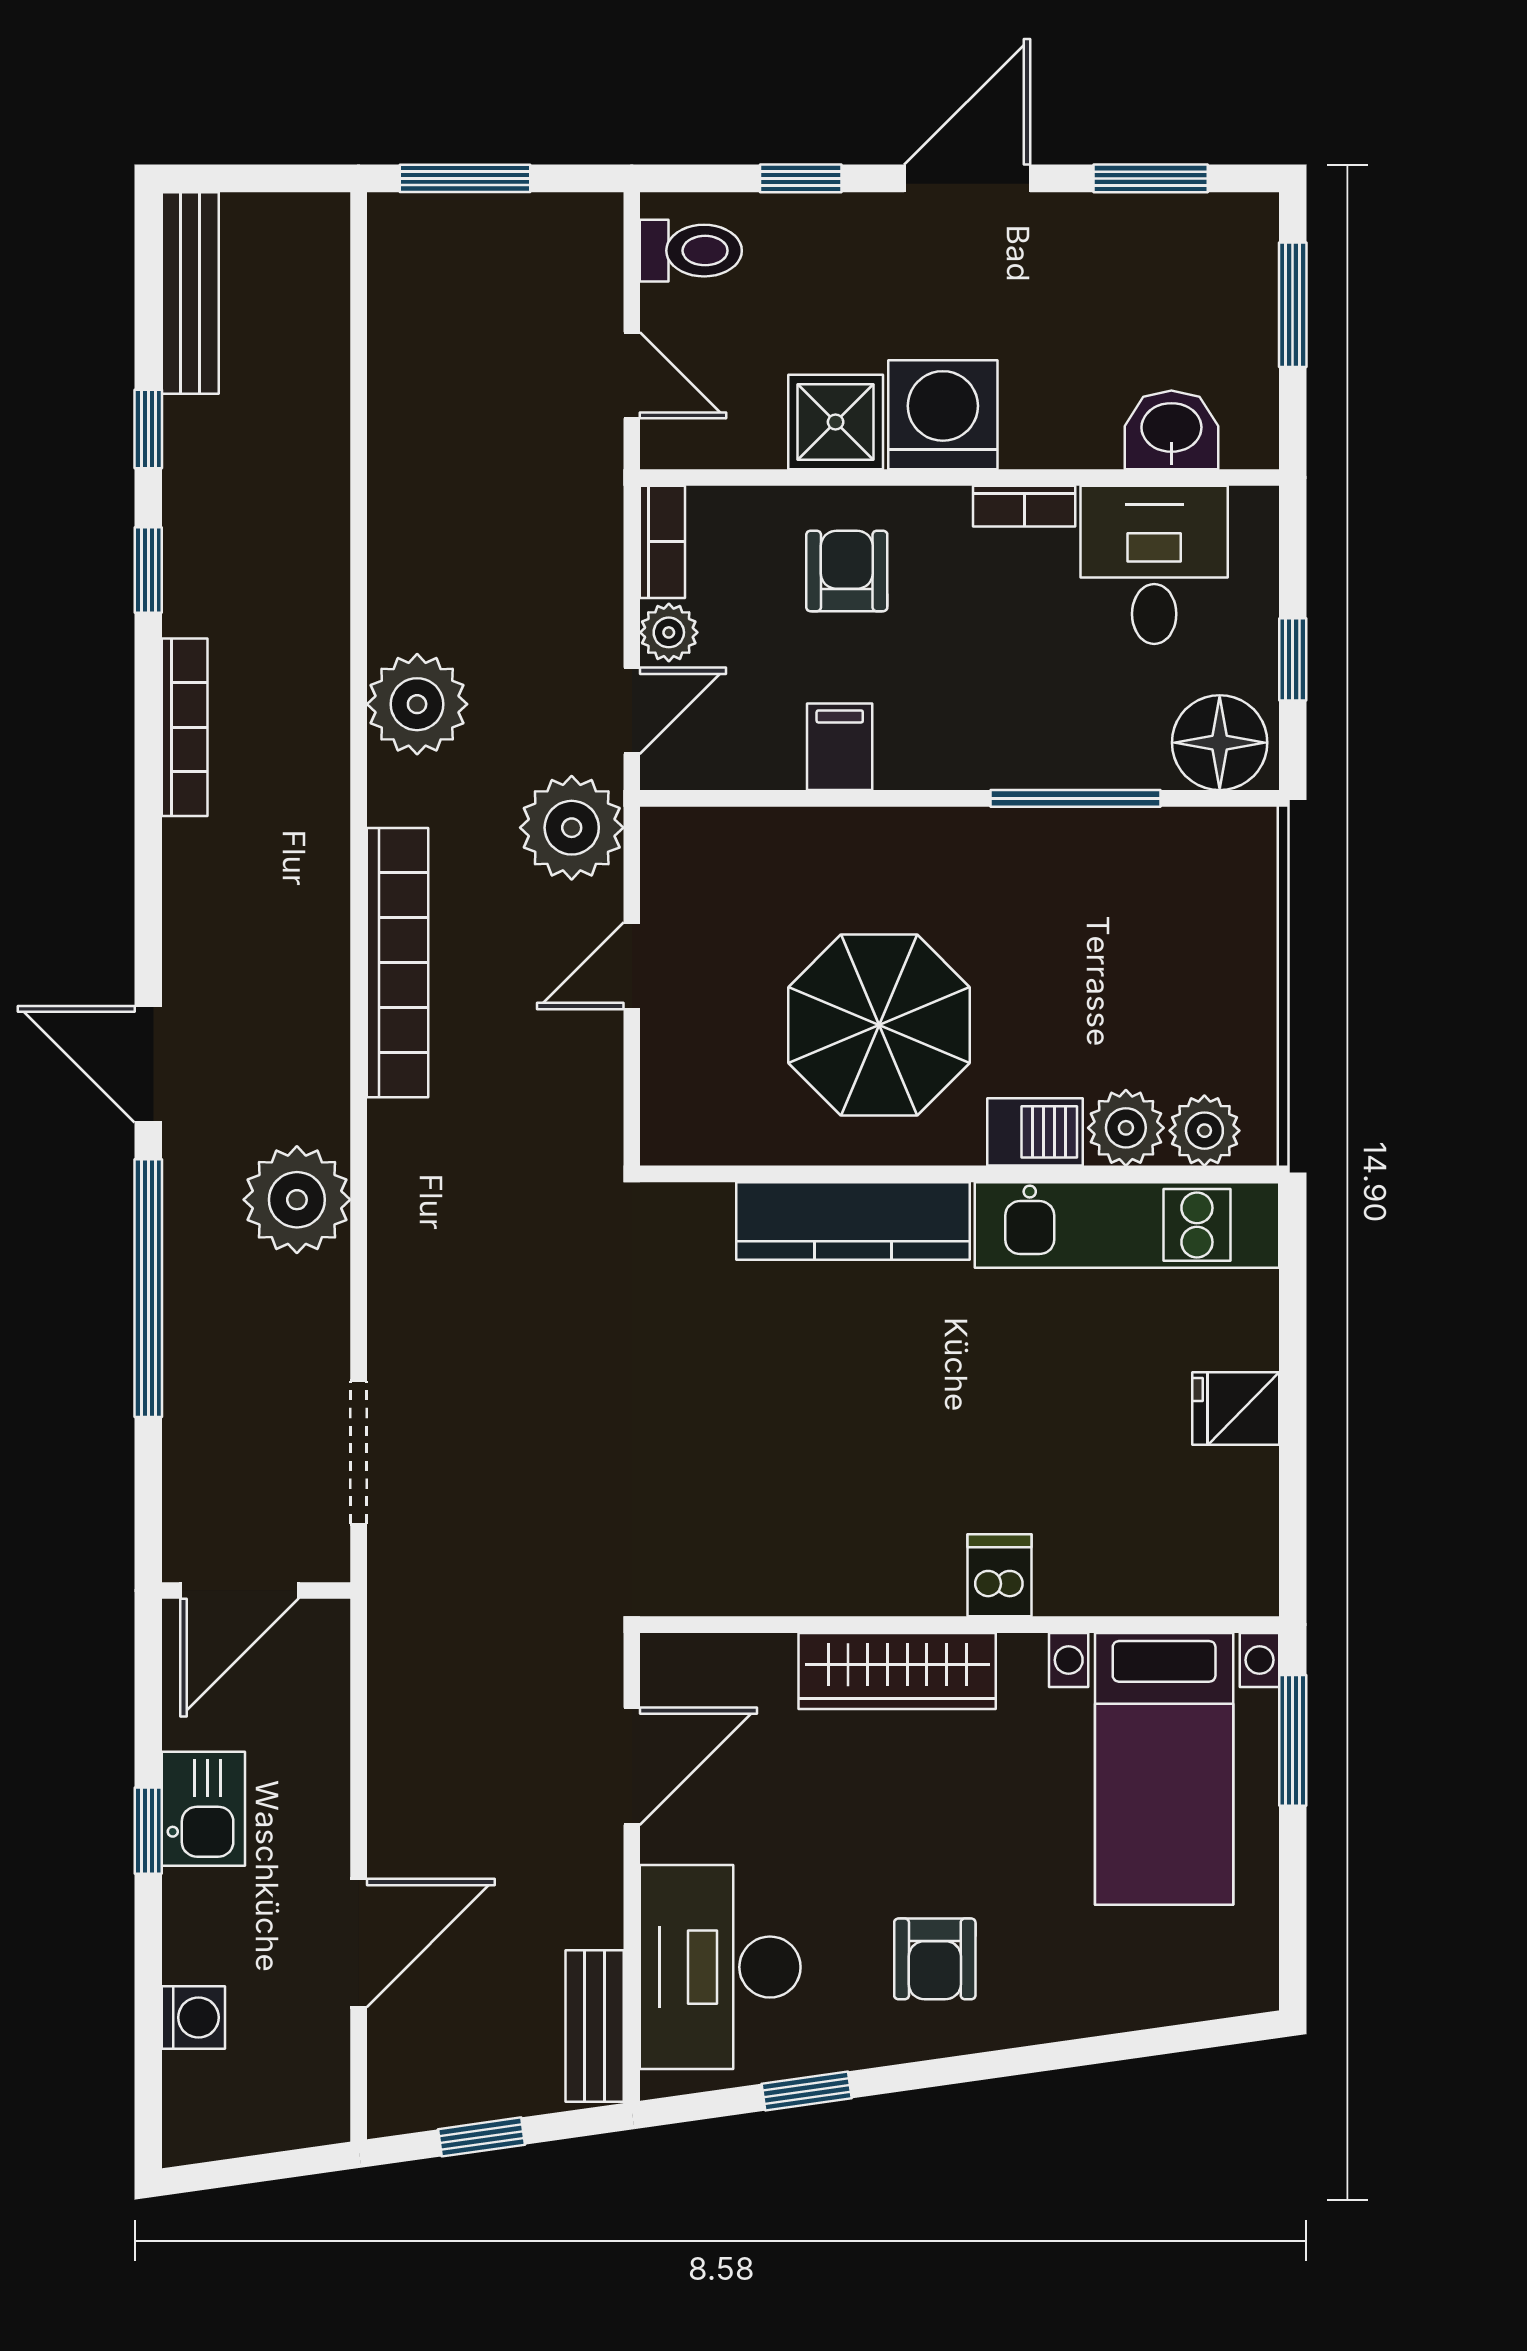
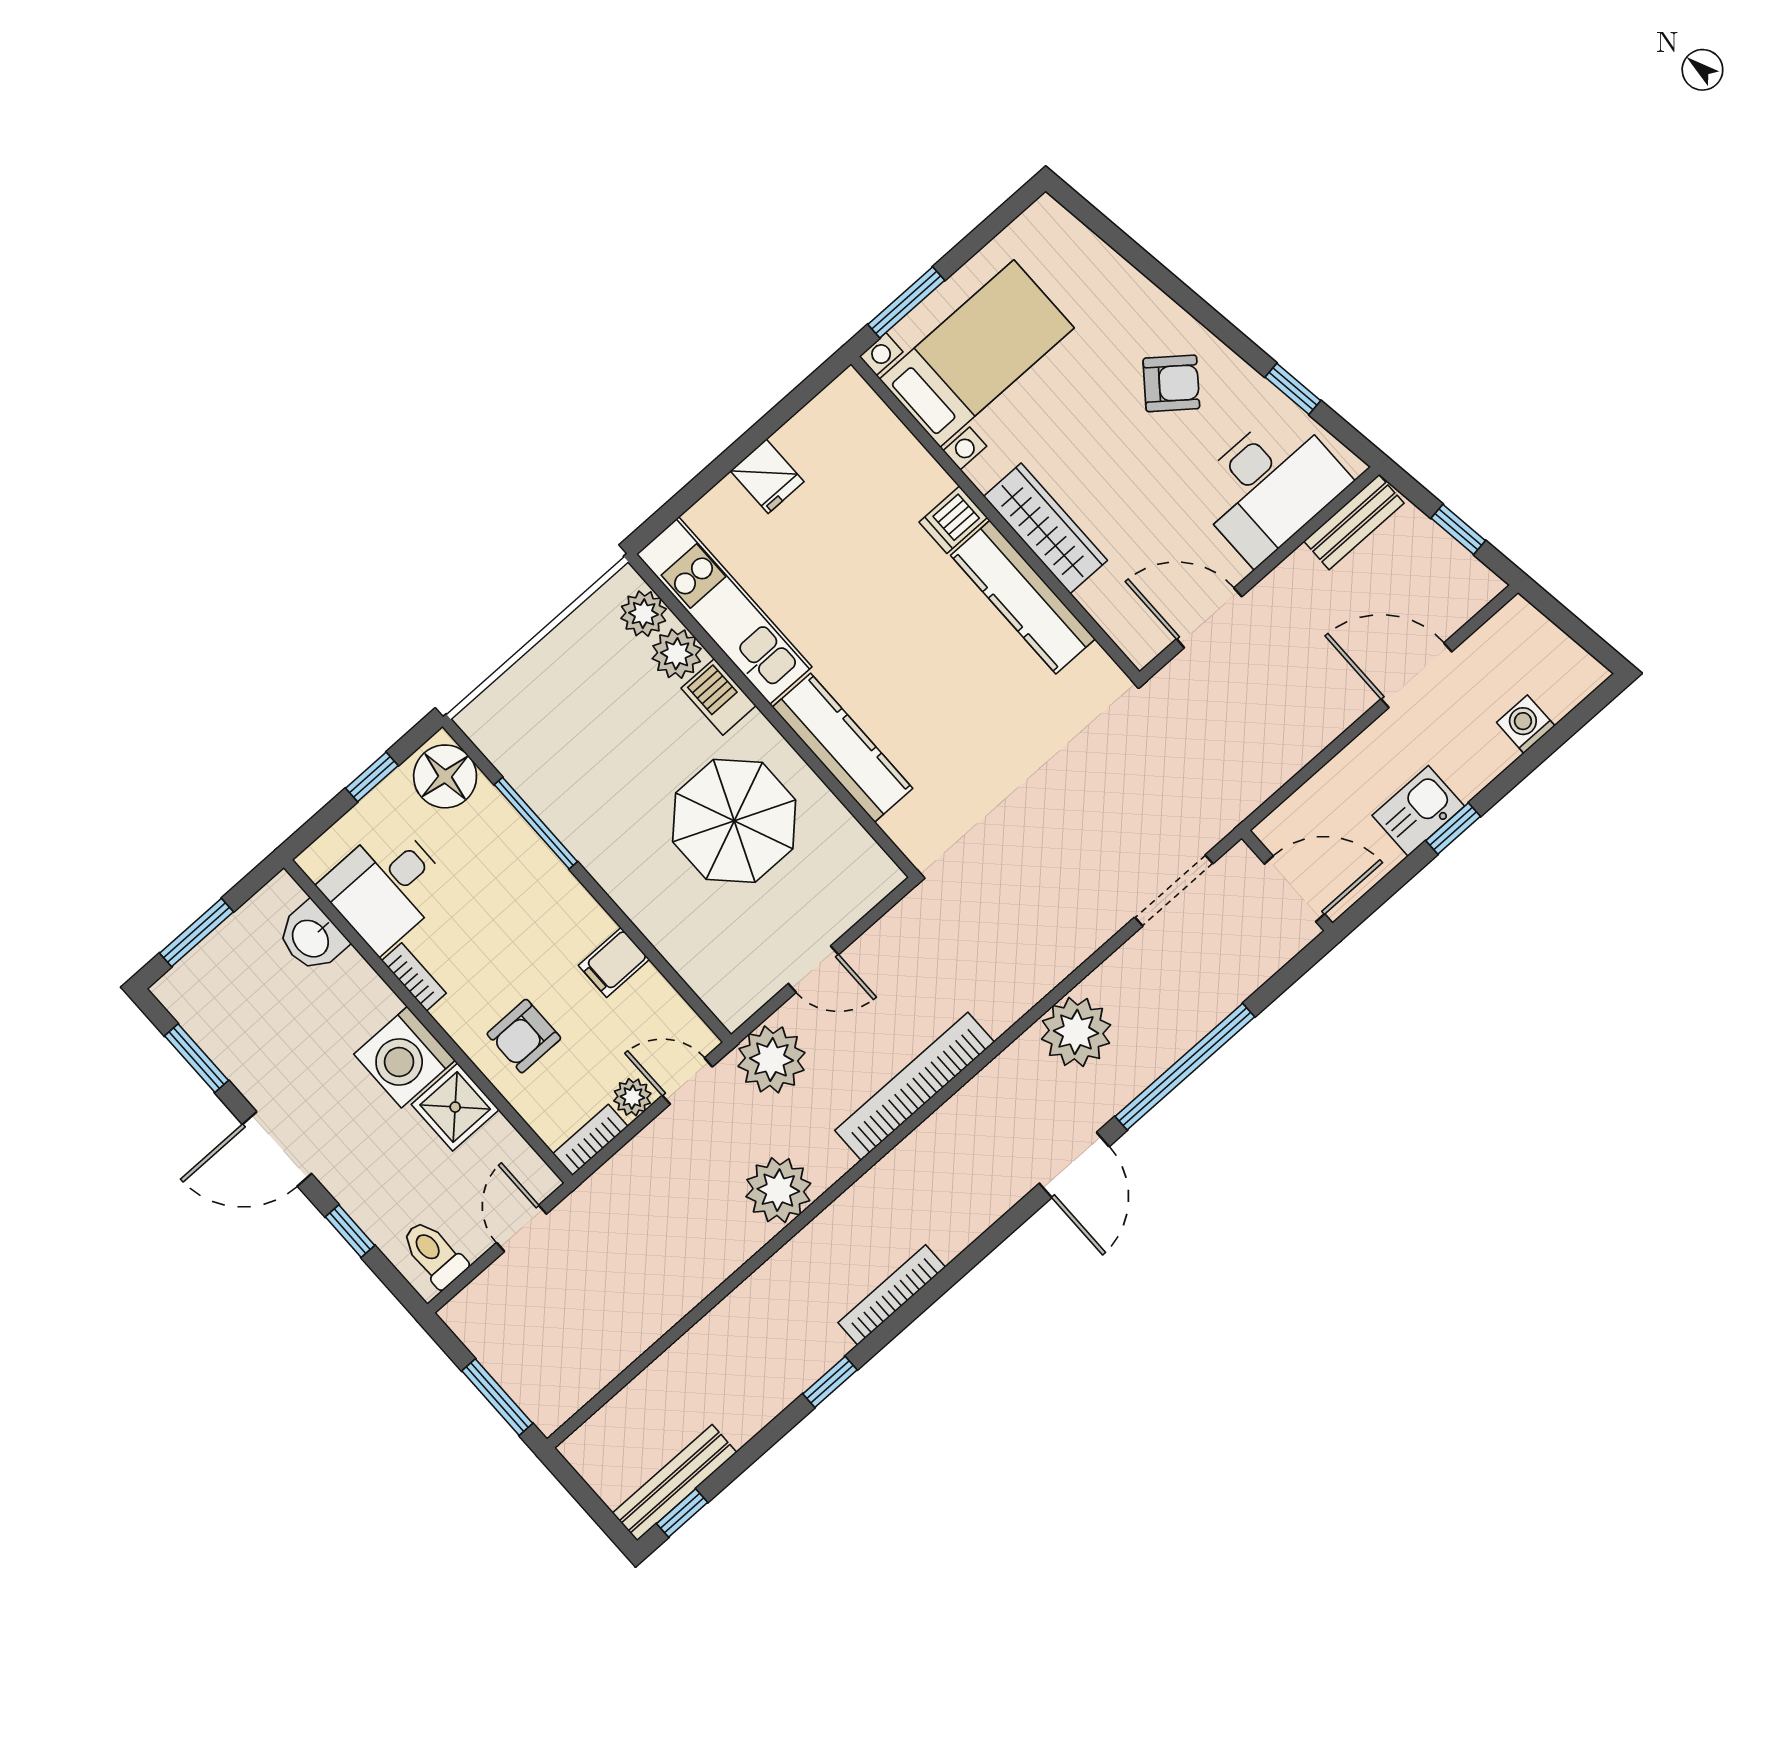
window: (148, 429) -> (682, 1513), moved
kitchen counter: (842, 1576) -> (1023, 597), added
armchair: (935, 1959) -> (1171, 383), turned 38

